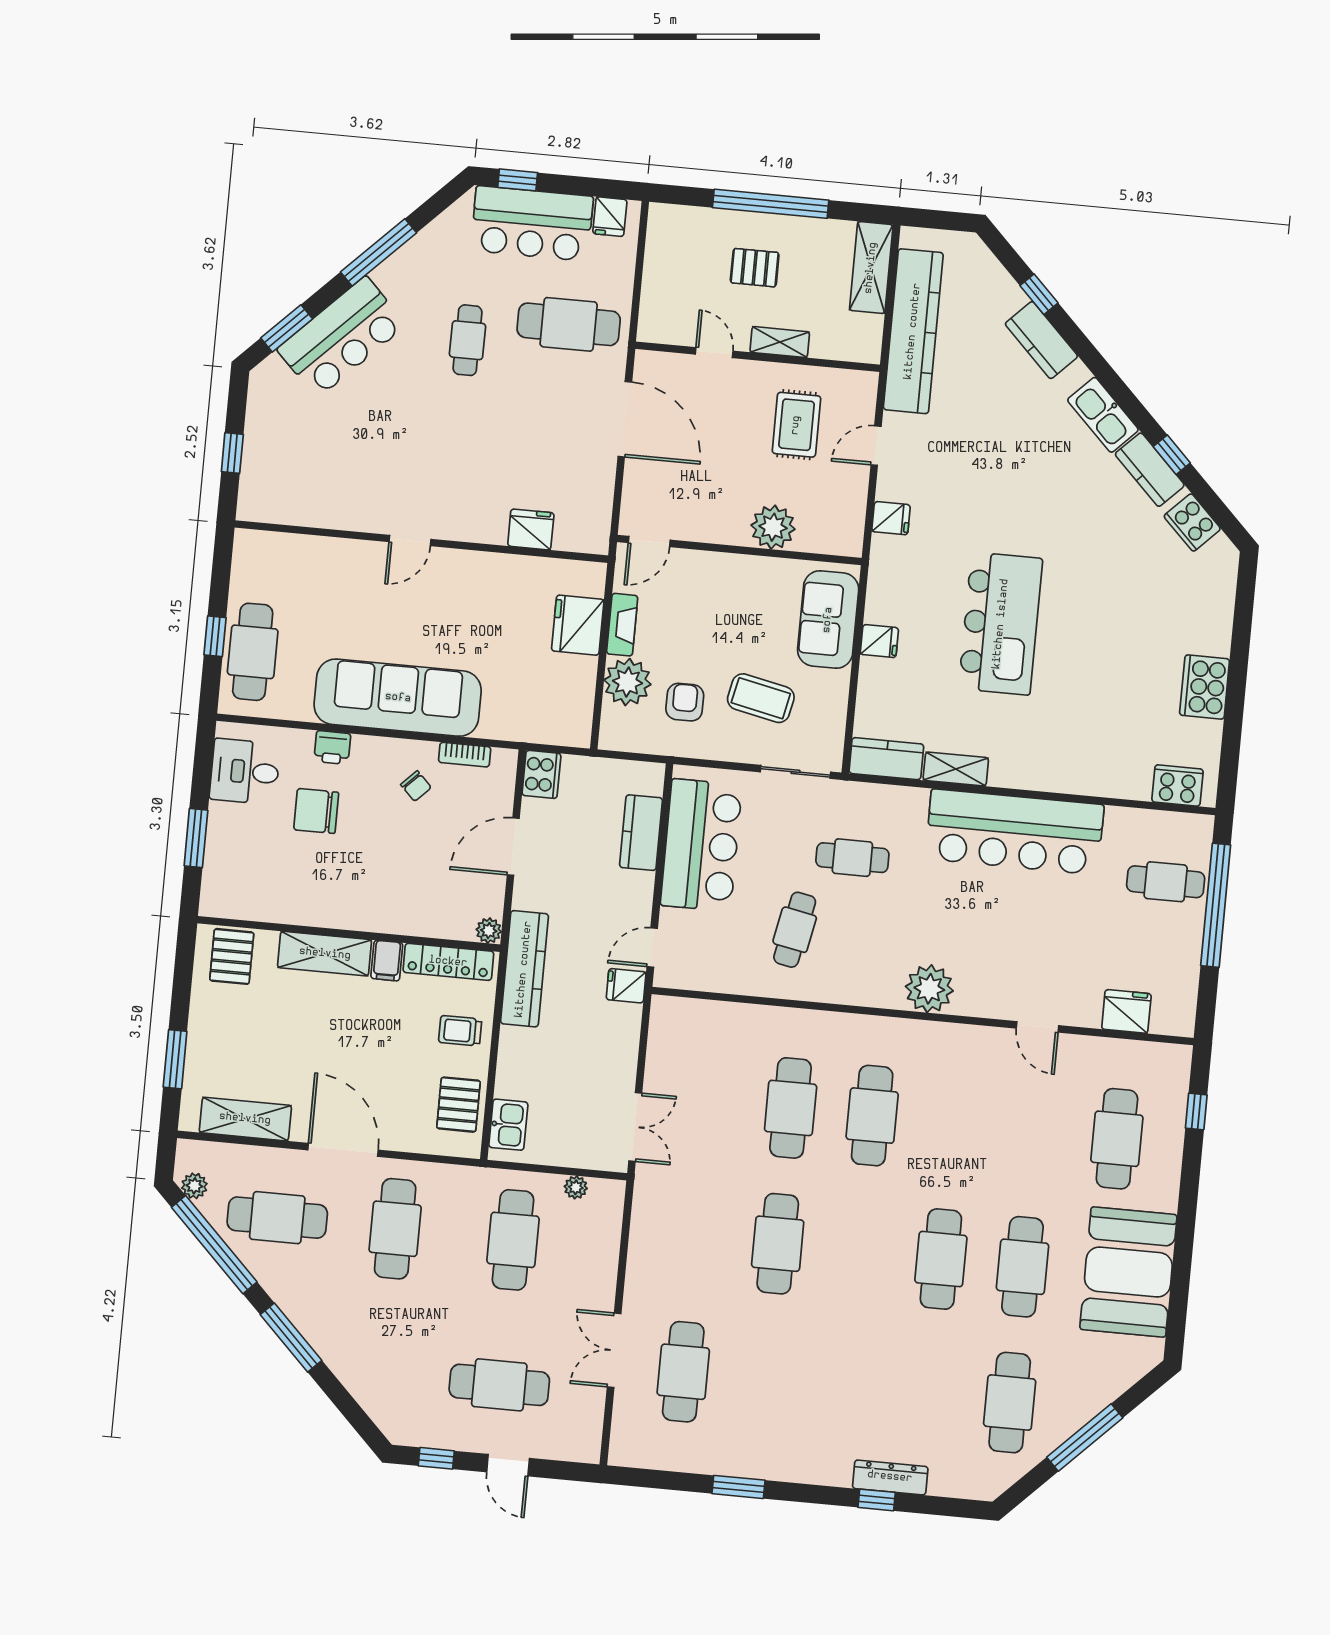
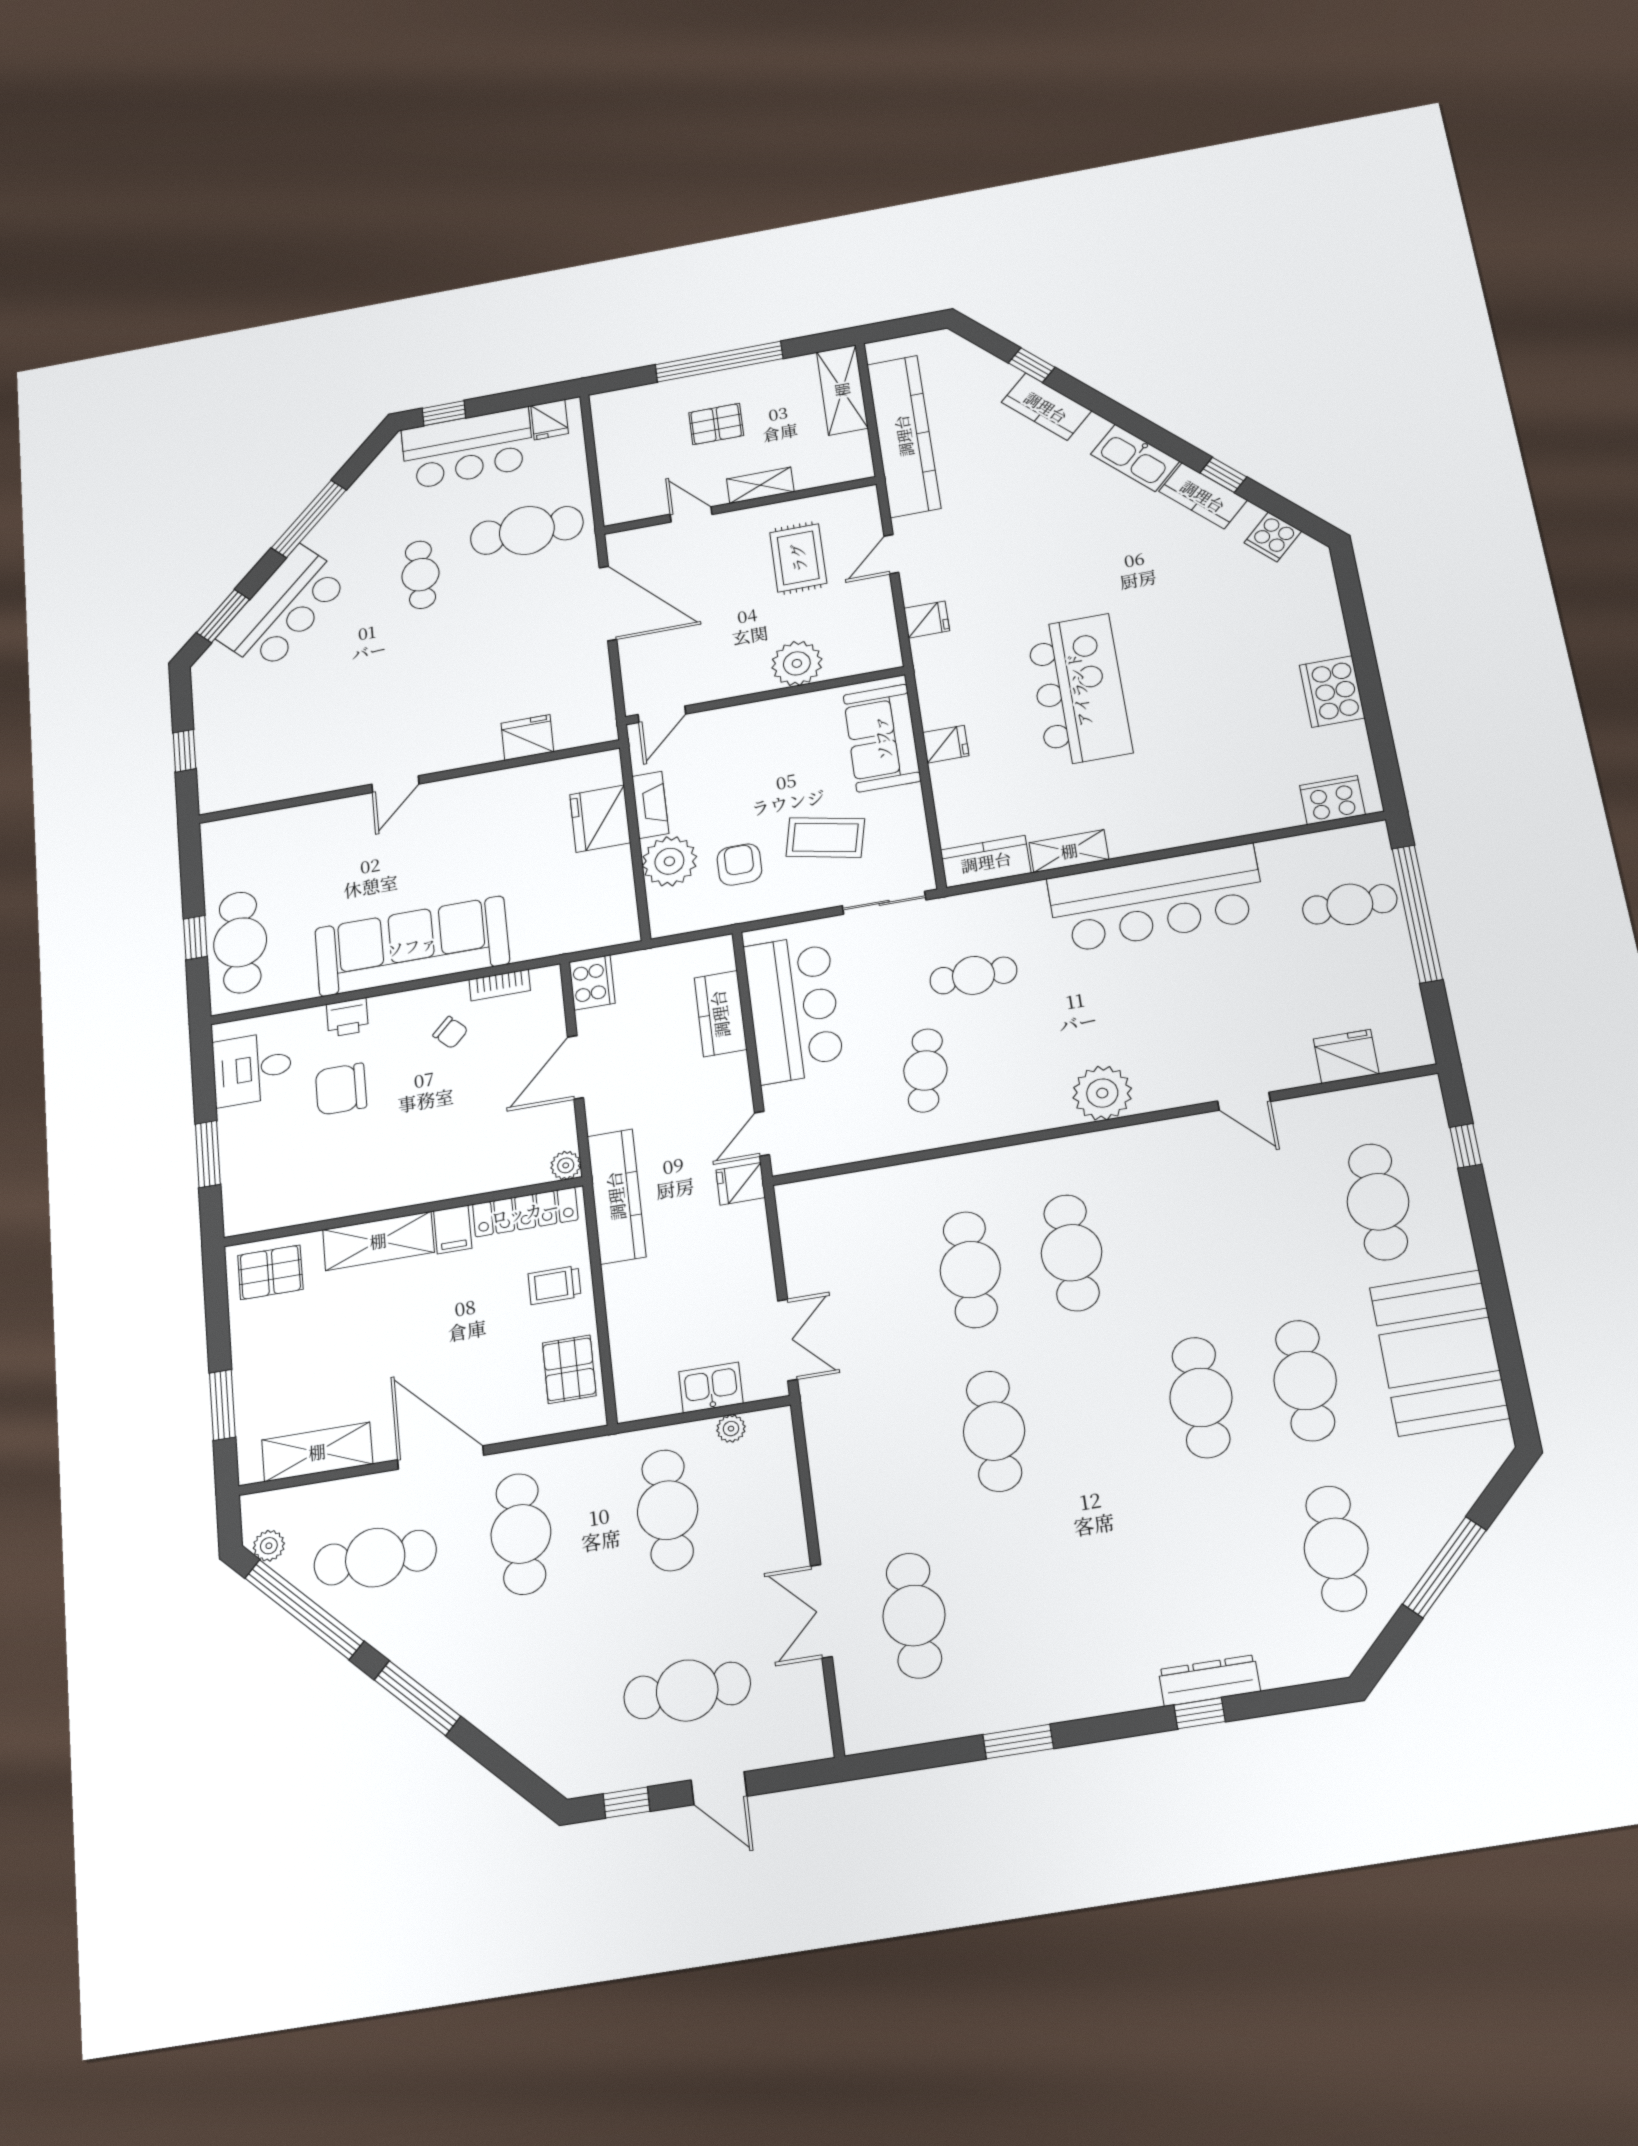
cooker: (1192, 522) -> (1273, 537), width x0.73
pallet: (232, 956) -> (270, 1272), turned 90
kitchen sink: (508, 1125) -> (711, 1388), moved, turned -90

